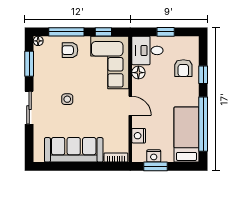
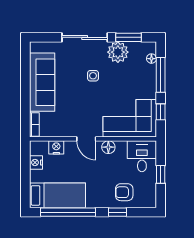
floor lamp: (38, 41) -> (151, 59), moved
armchair: (70, 50) -> (142, 78), removed
floor lamp: (138, 73) -> (108, 147), moved
plant: (44, 74) -> (118, 52), added
door: (130, 106) -> (86, 139), hinge flipped
sliding door: (29, 108) -> (85, 37), width x1.37
window: (155, 166) -> (25, 164), removed

